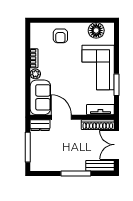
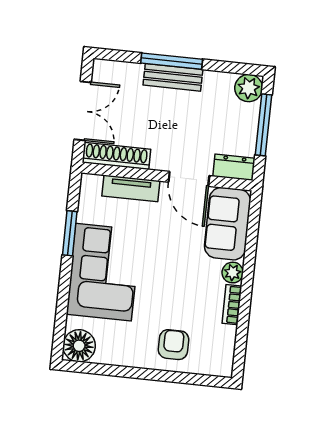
floor lamp: (96, 30) -> (79, 346), moved
tv unit: (100, 110) -> (131, 188), moved
plant: (37, 164) -> (249, 88), added
bench: (100, 166) -> (173, 77), moved

